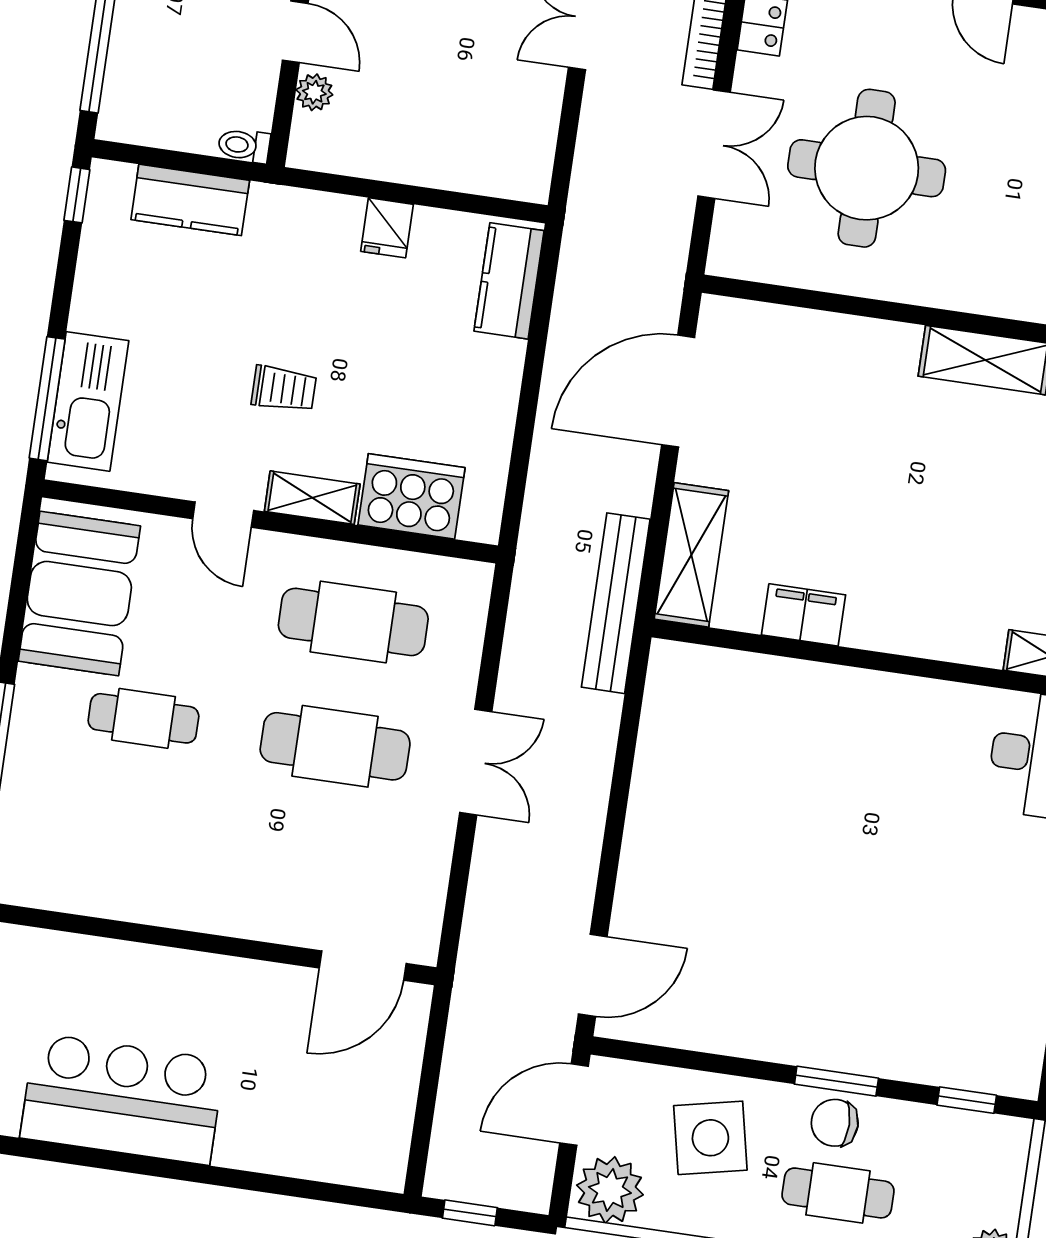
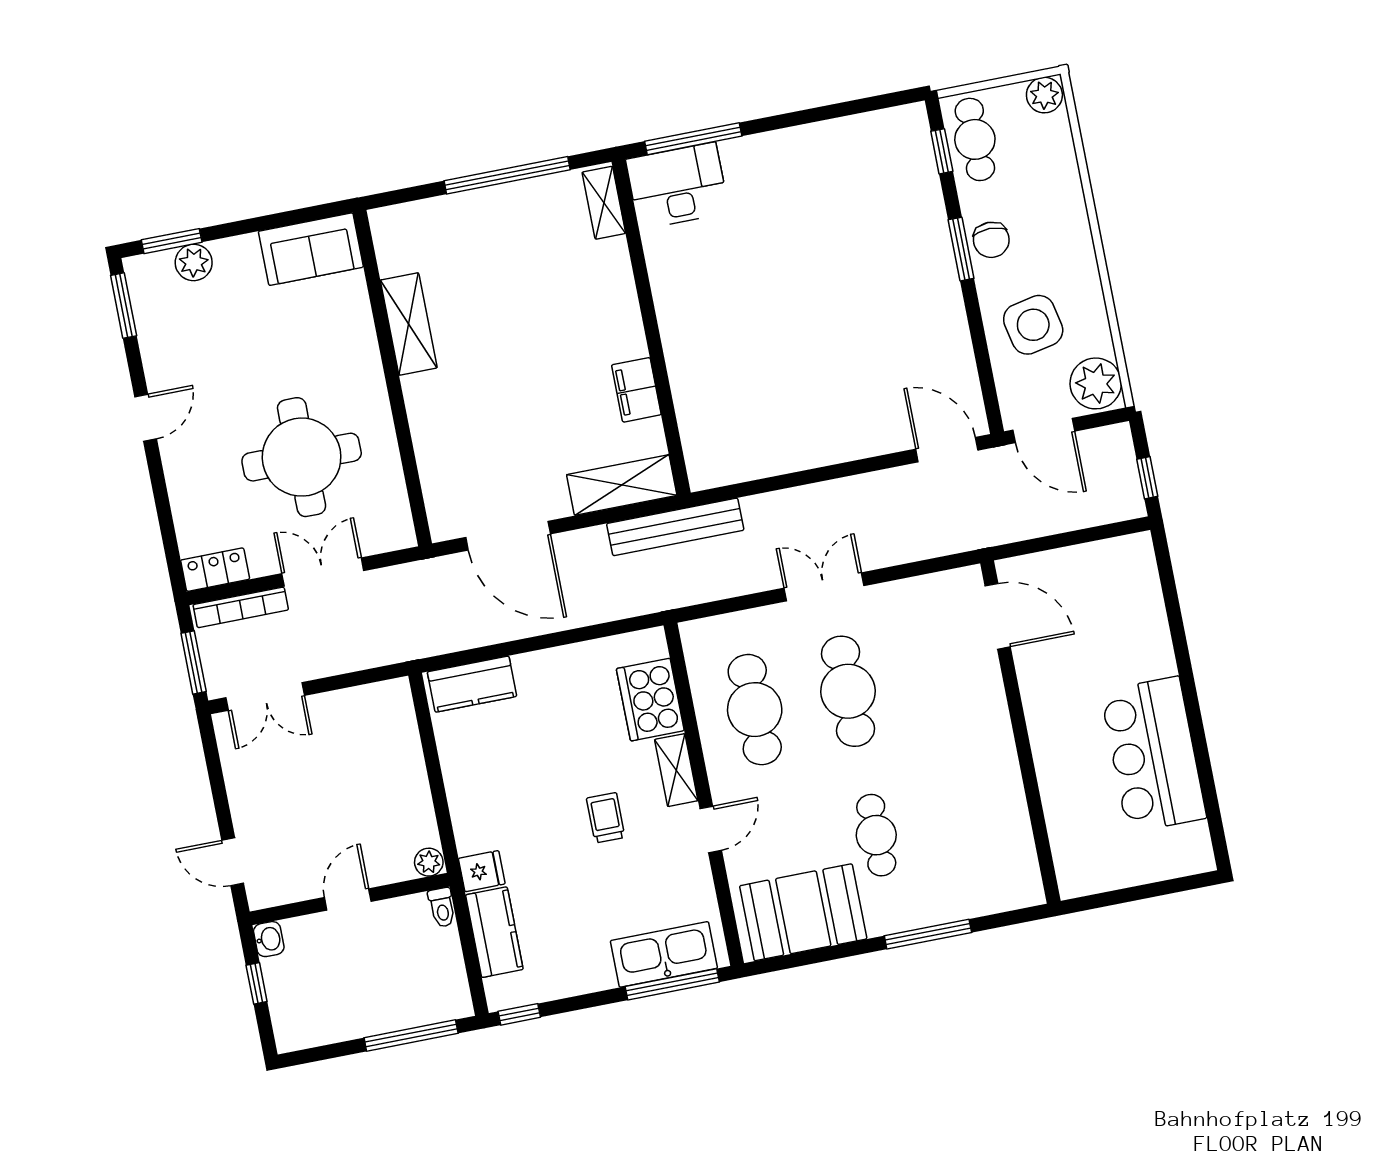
plant: (314, 92) -> (429, 862), moved
fridge: (387, 228) -> (482, 871), moved
cafe table: (838, 1193) -> (975, 139), moved

